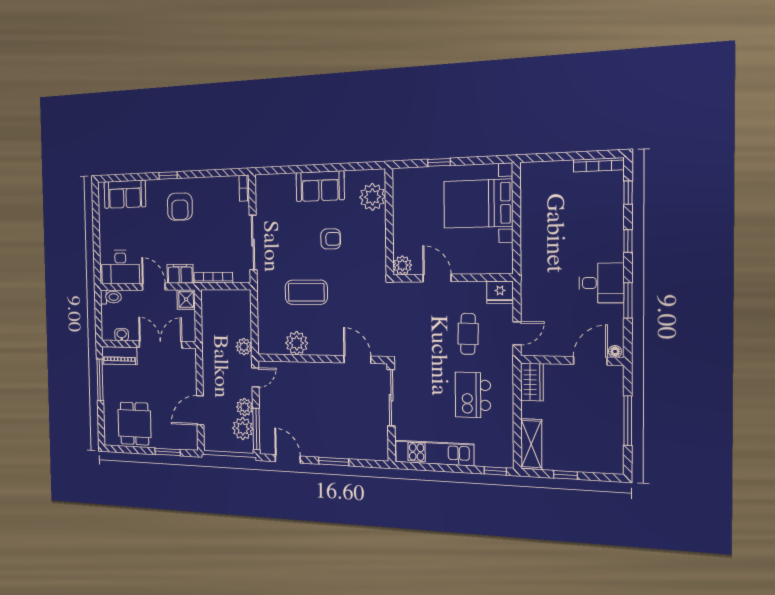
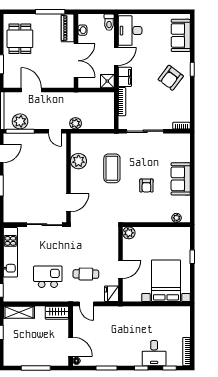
plant: (372, 197) -> (177, 218), width x0.53, depth x0.53
armchair: (180, 207) -> (171, 78), turned -53
door: (437, 278) -> (121, 269), moved
desk: (601, 283) -> (154, 353), moved
plant: (245, 407) -> (35, 123), removed
dining table: (135, 424) -> (20, 39), turned 90

